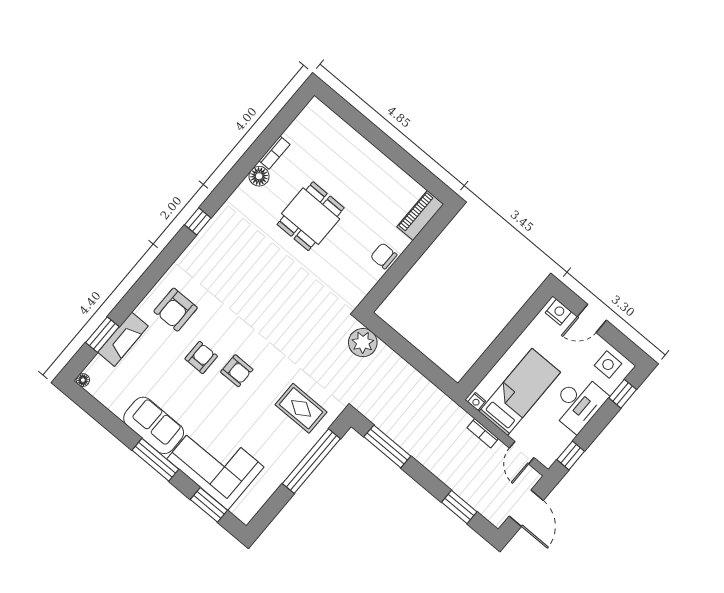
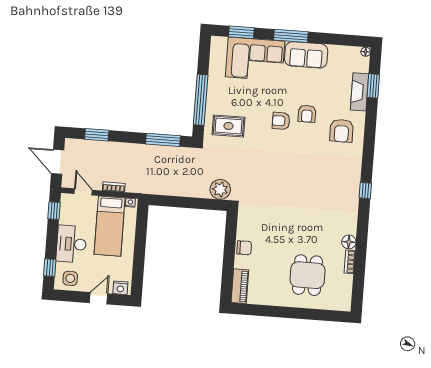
dining table: (311, 216) -> (308, 275), moved
armchair: (176, 310) -> (342, 131), turned 180

